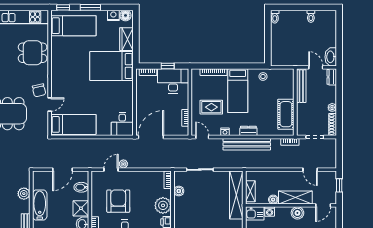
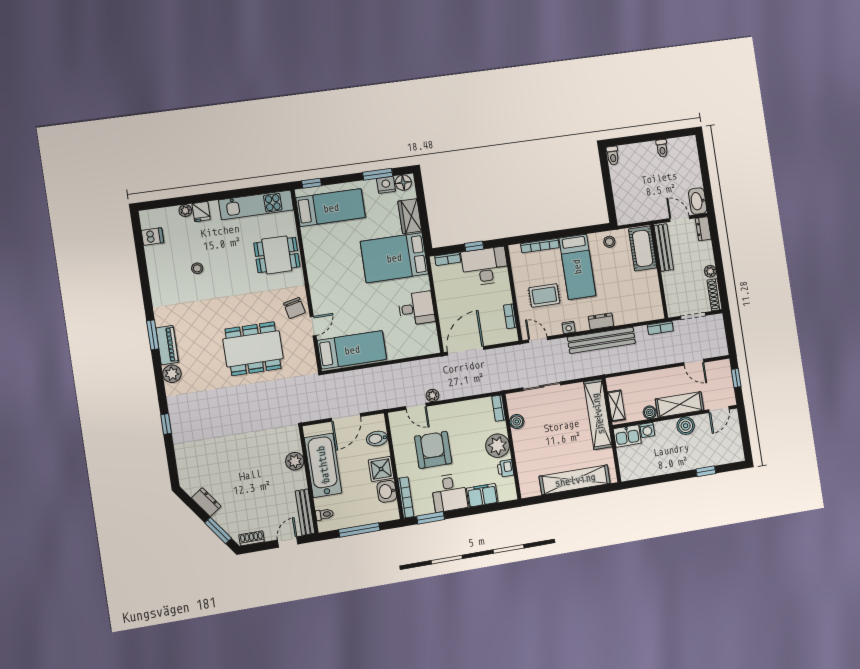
window: (90, 7) -> (378, 174), moved
cot: (286, 114) -> (643, 248), moved
desk: (122, 124) -> (416, 308), moved, turned -90
door: (111, 170) -> (416, 406), swing flipped
bathtub: (40, 205) -> (323, 465), width x1.36, depth x1.36

